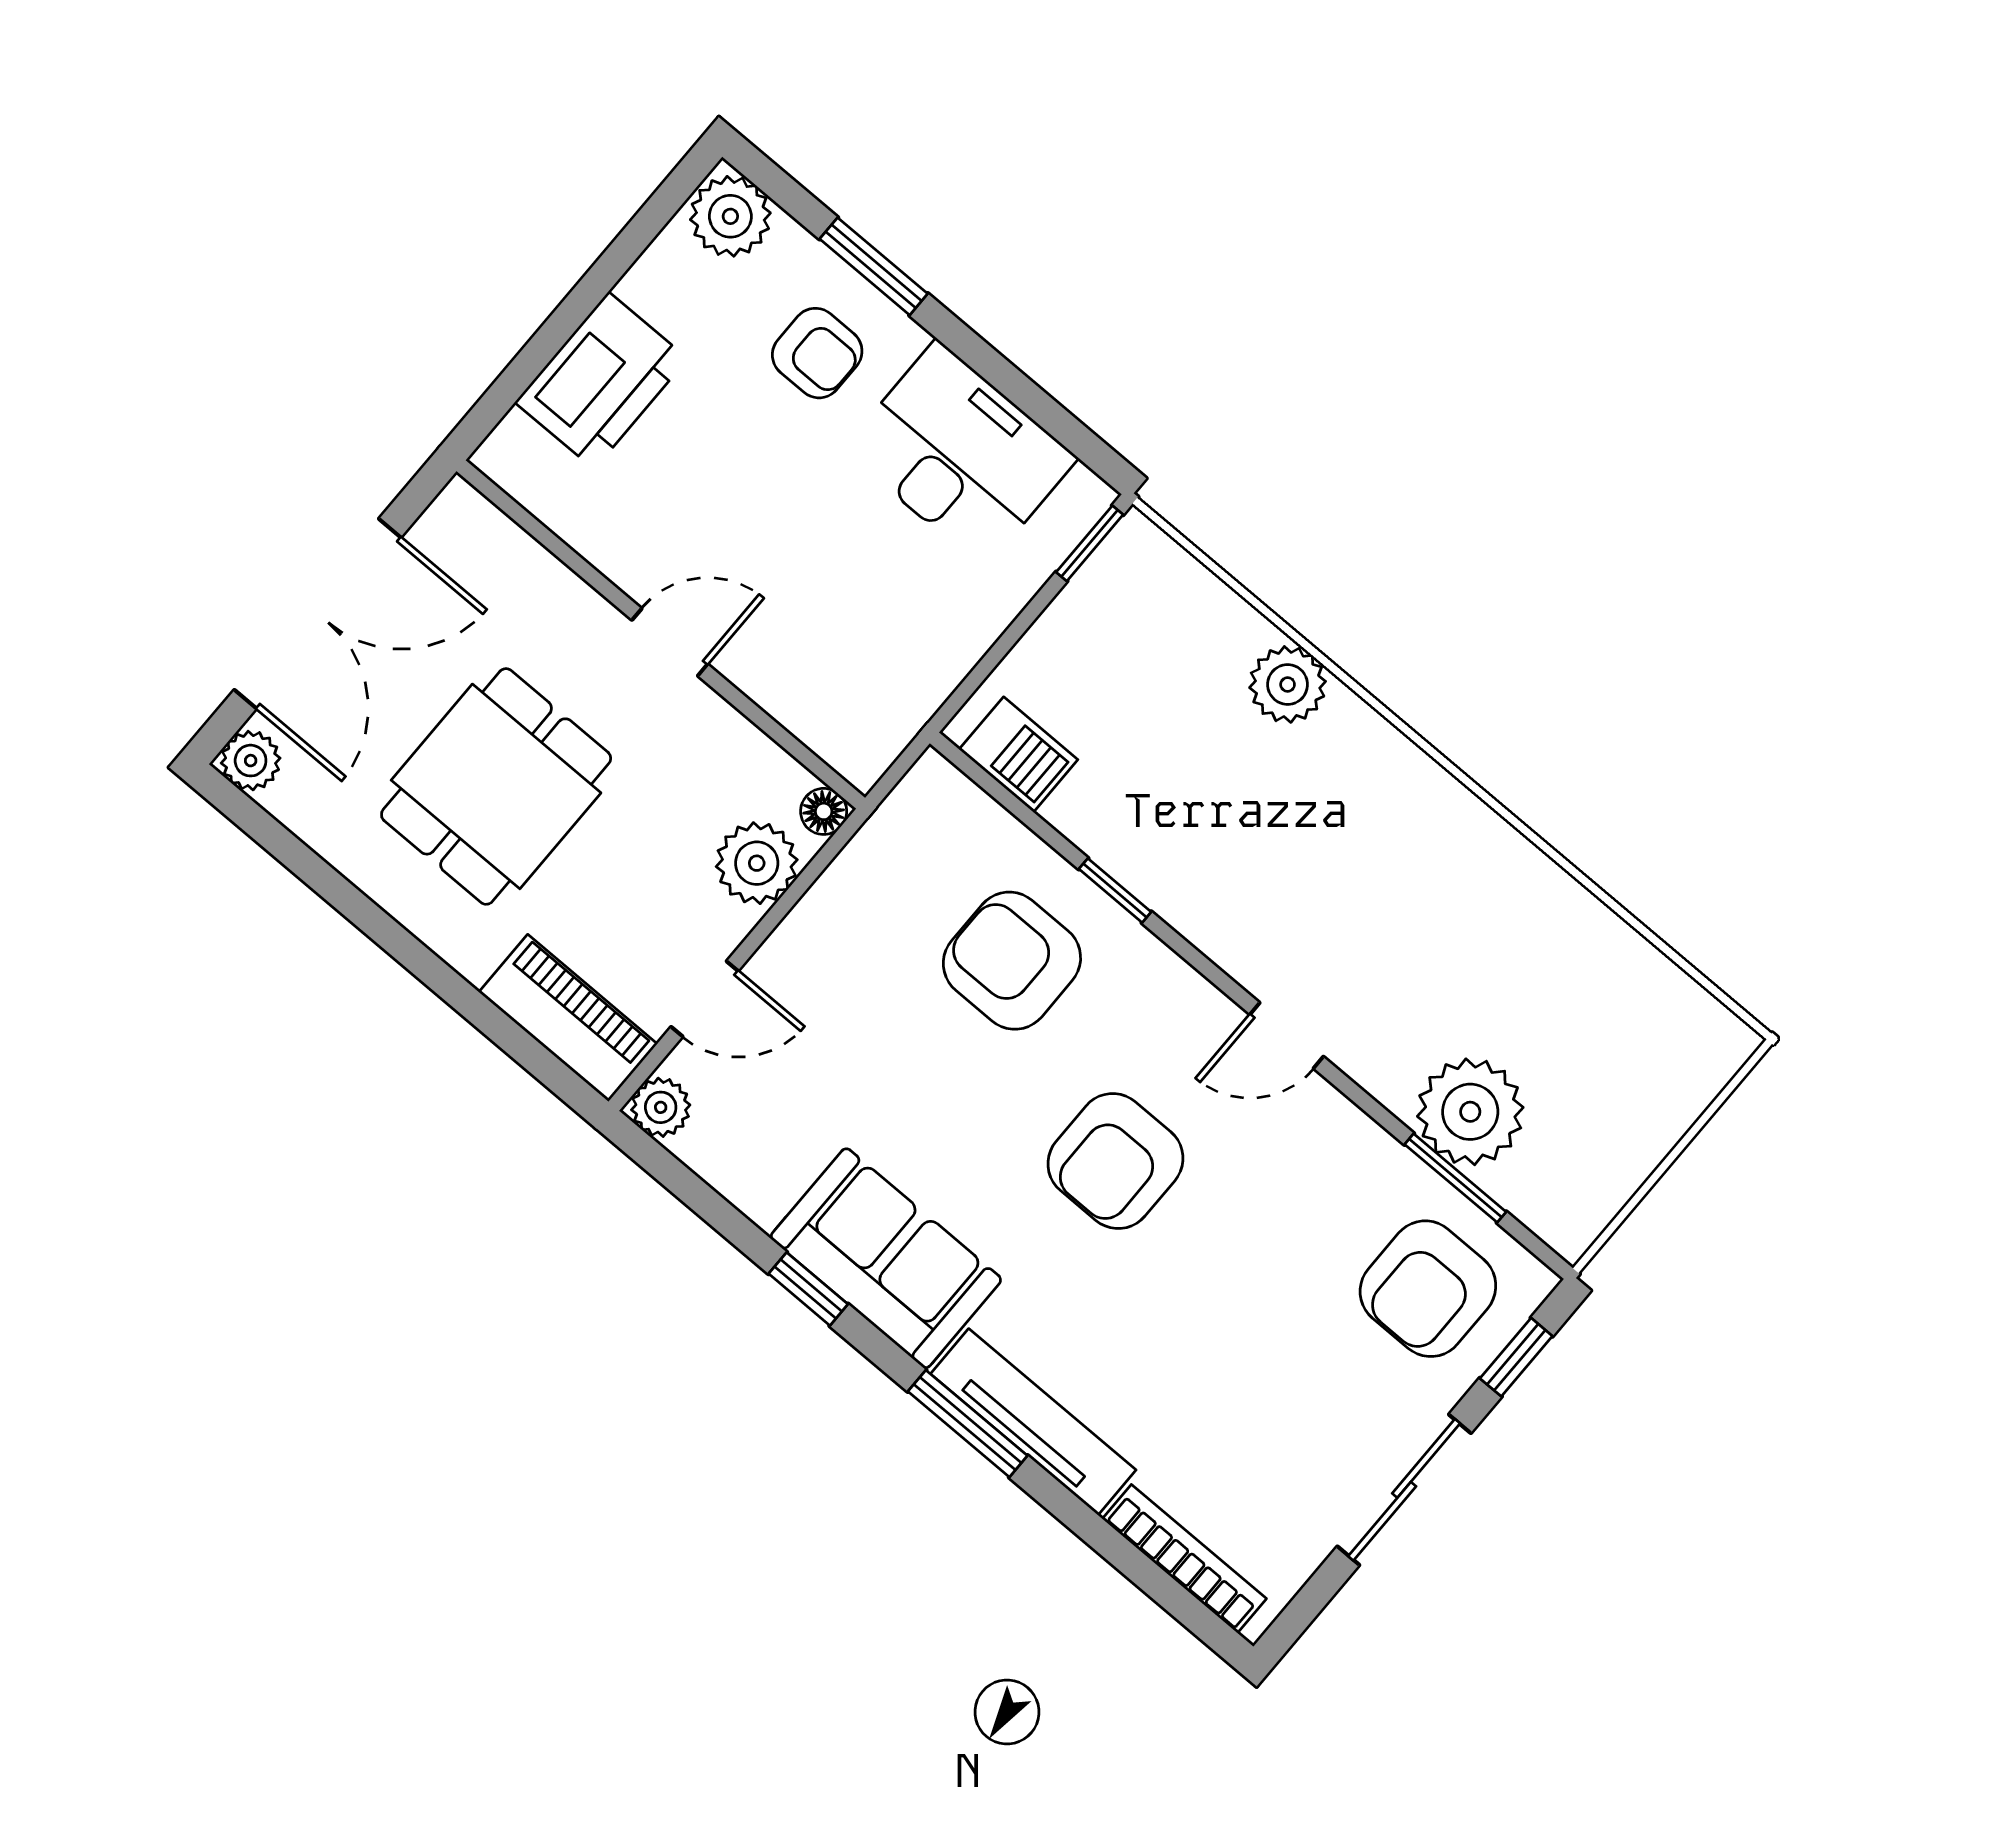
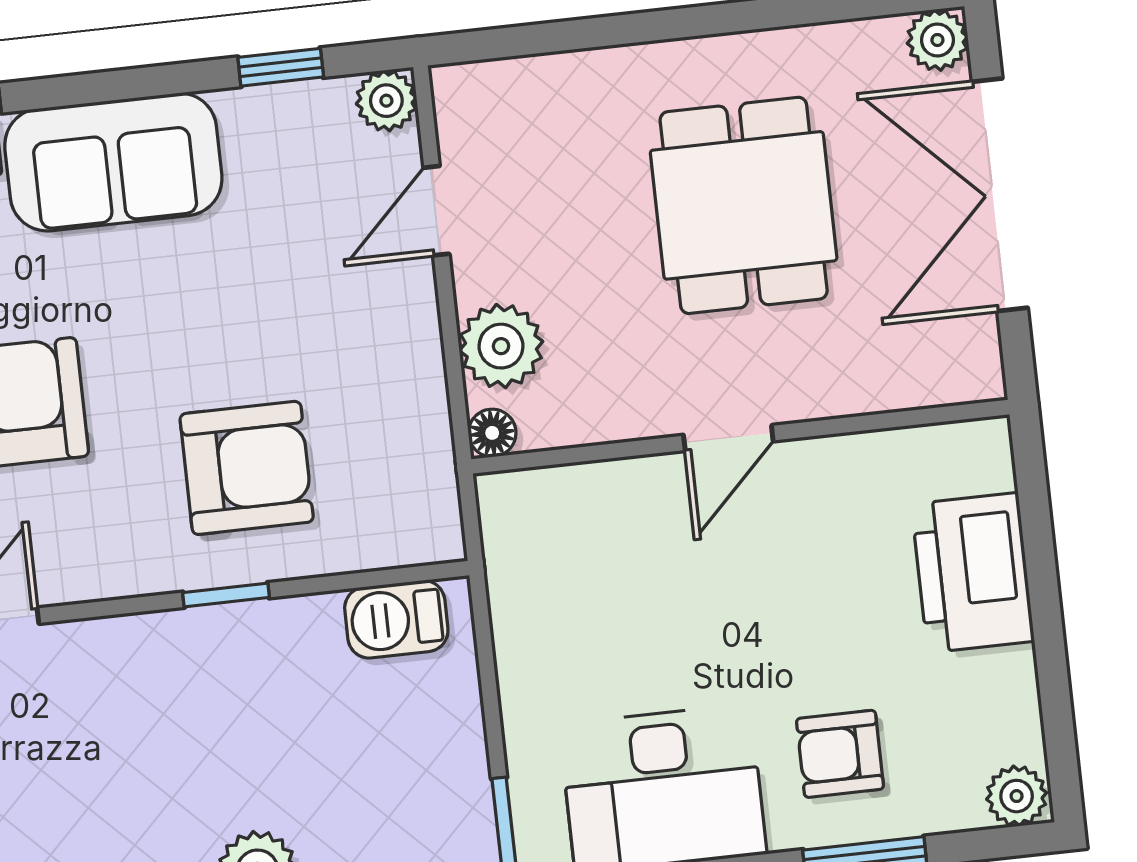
plant: (730, 216) -> (1017, 796), width x0.73, depth x0.73
piano: (568, 1018) -> (519, 95), removed
window: (808, 1289) -> (281, 67), moved

